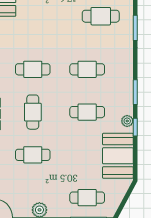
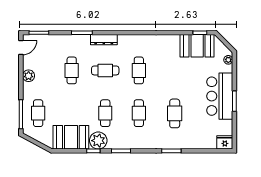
cafe table: (101, 16) -> (175, 113), moved
plant: (127, 121) -> (98, 141), width x1.87, depth x1.87

